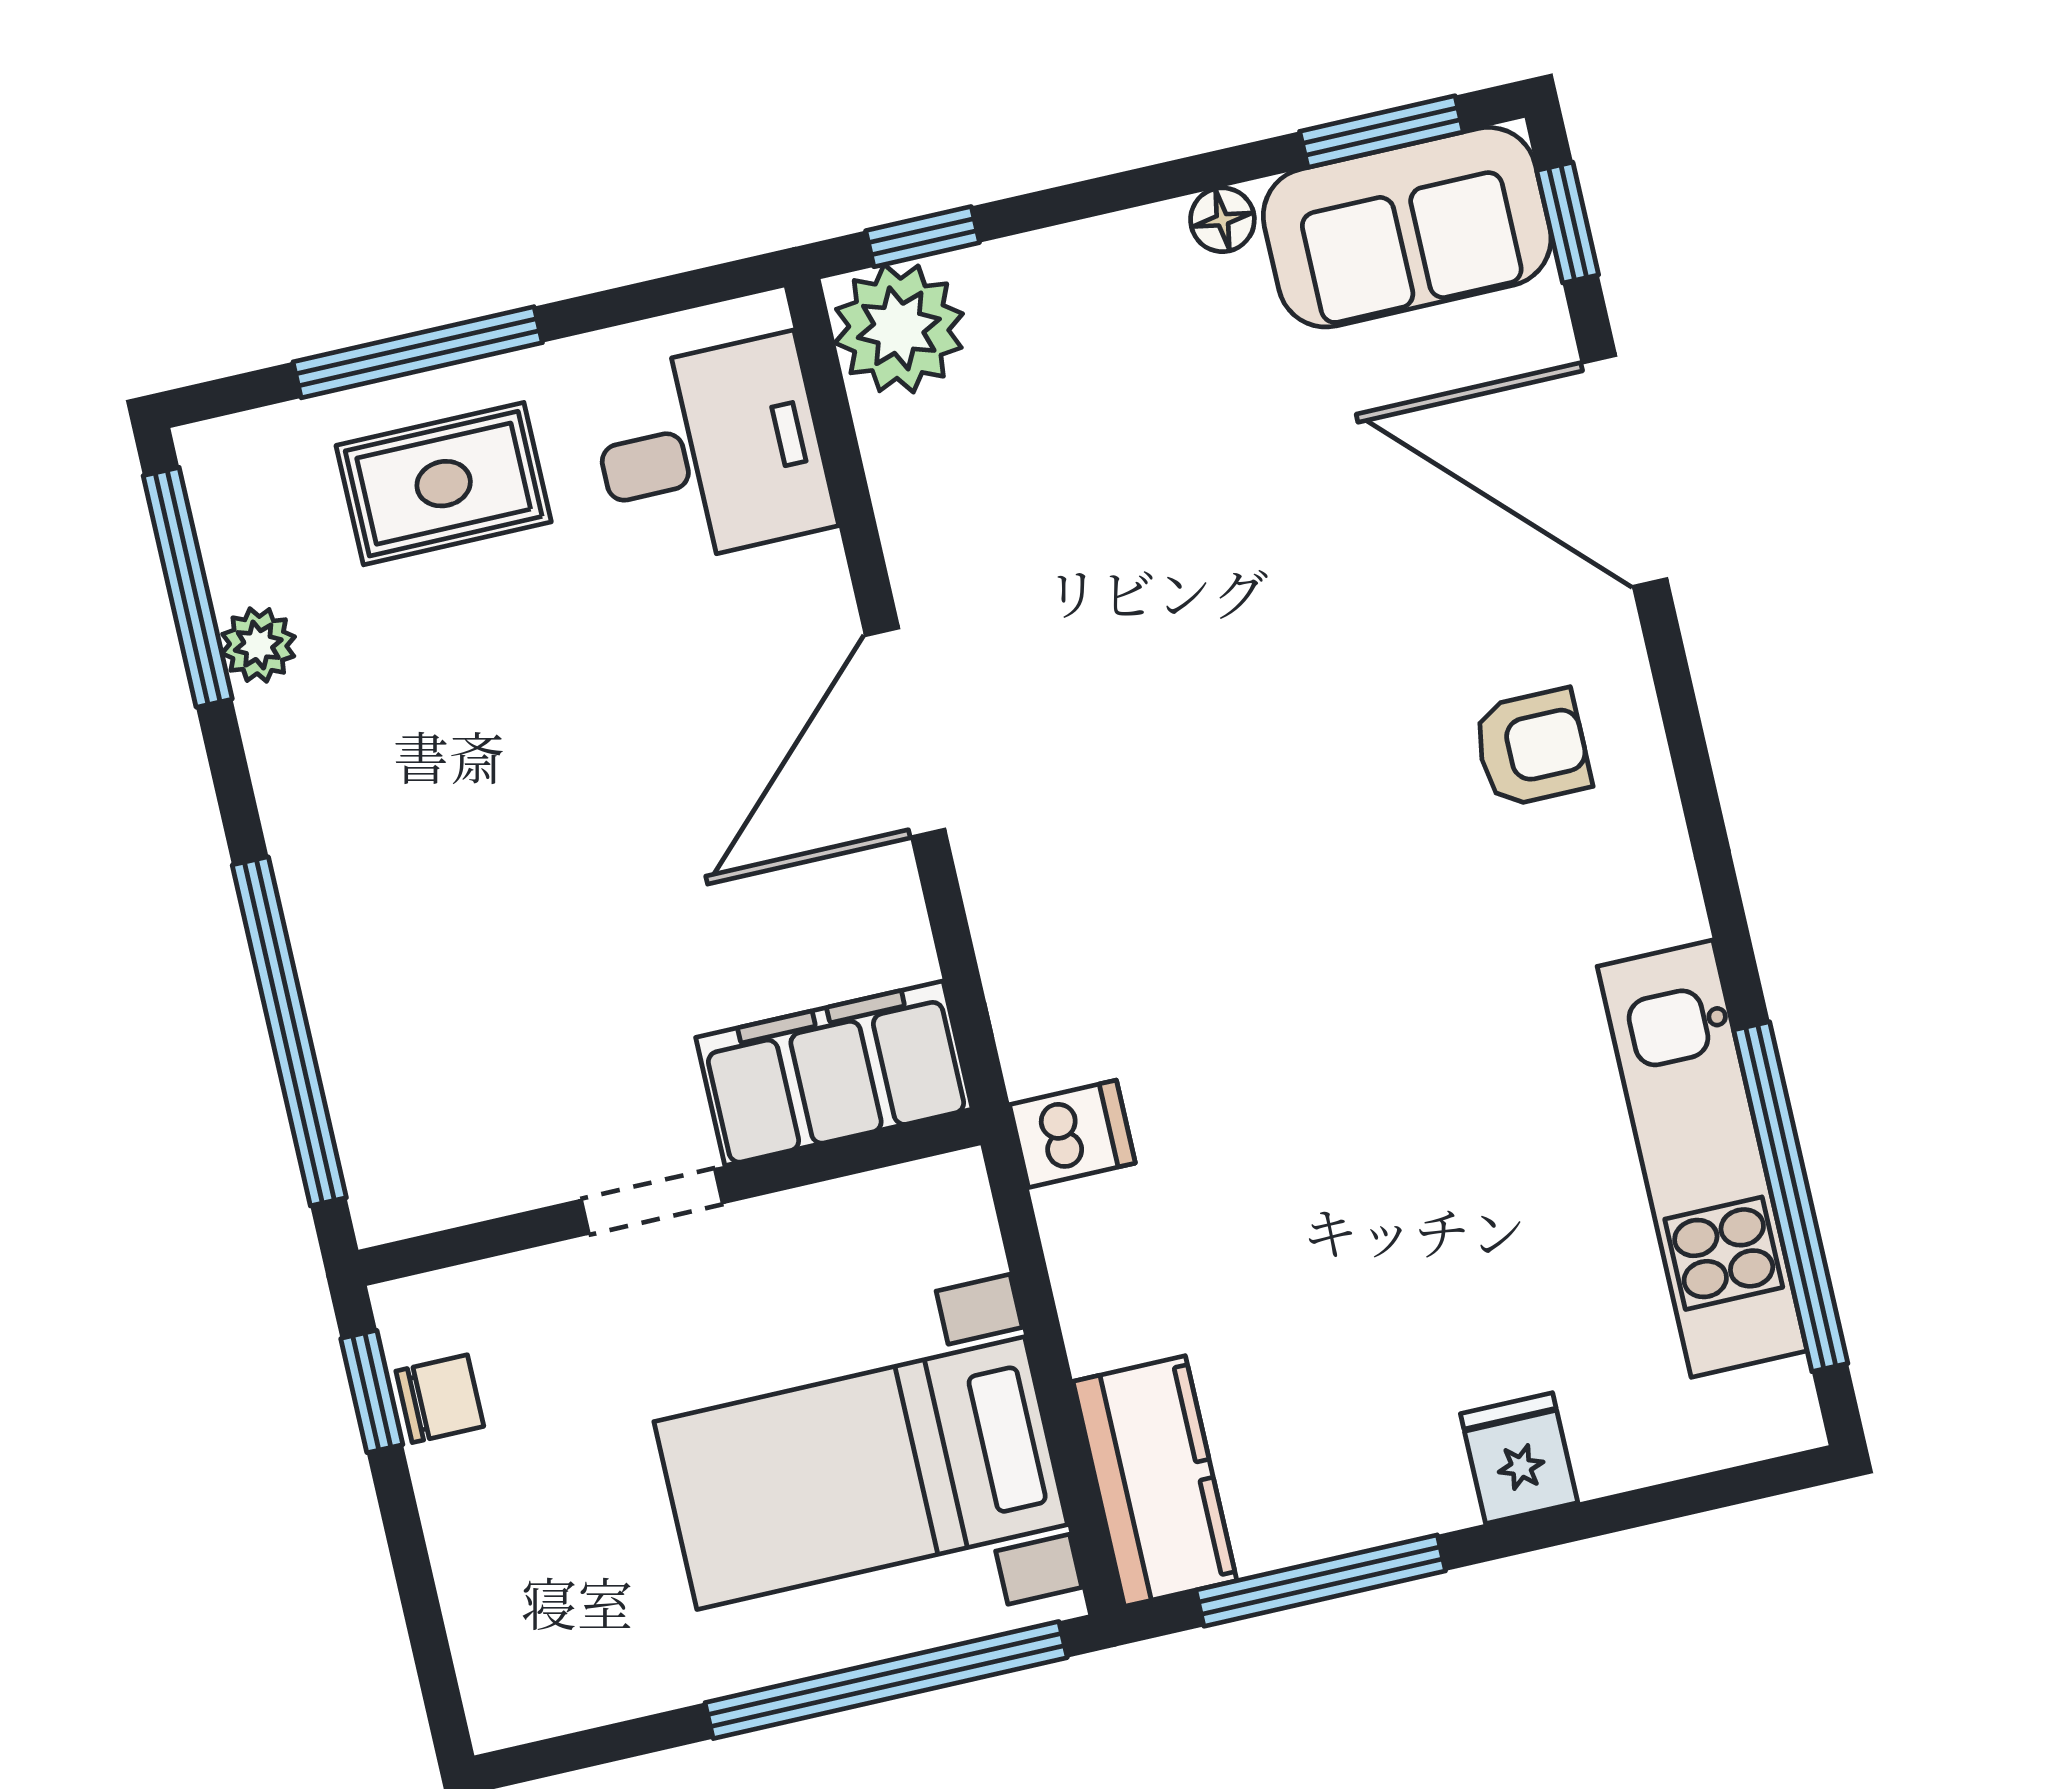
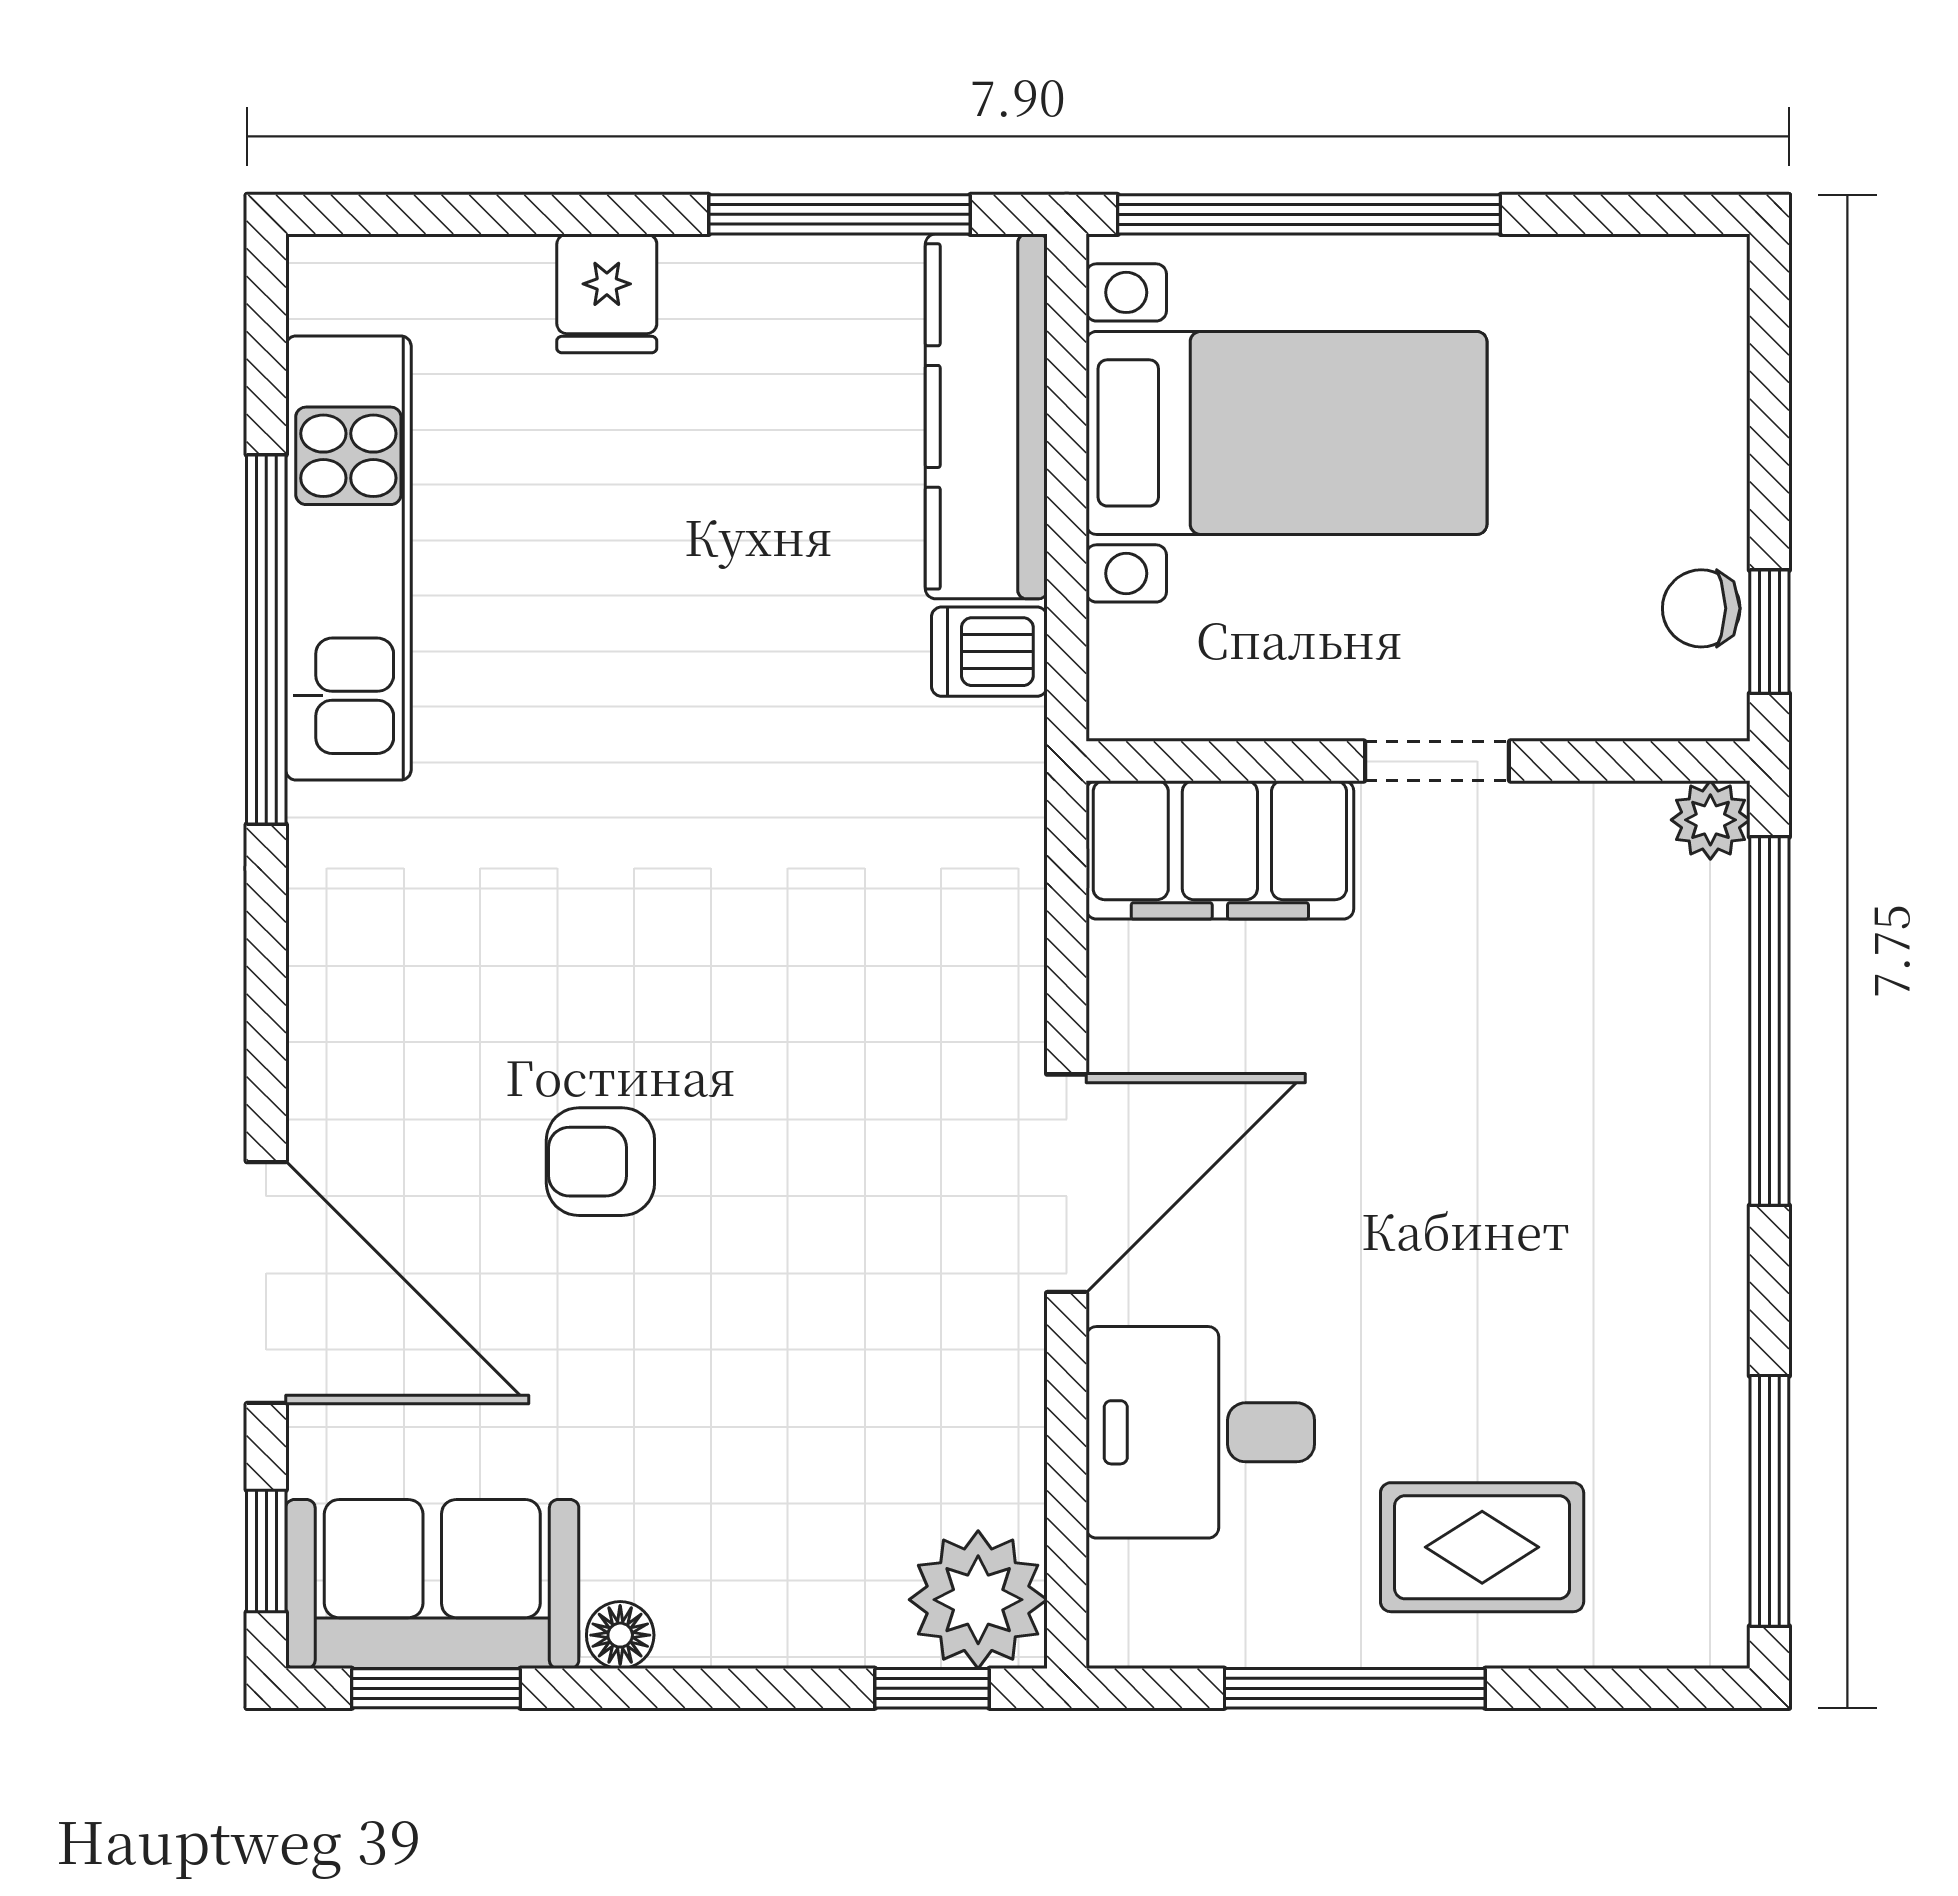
window: (418, 352) -> (1355, 1688), moved
desk: (711, 452) -> (1200, 1432), moved
plant: (258, 645) -> (1710, 820), moved
armchair: (1532, 748) -> (600, 1162), moved
dishwasher: (1072, 1134) -> (989, 652), moved
window: (1791, 1197) -> (266, 639), moved
kitchen counter: (1155, 1481) -> (986, 416), width x1.50

